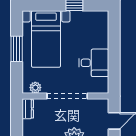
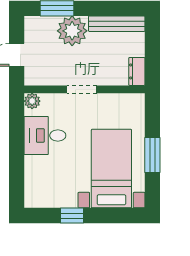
plant: (35, 88) -> (32, 101), moved
doorway: (67, 96) -> (82, 89), width x0.53

